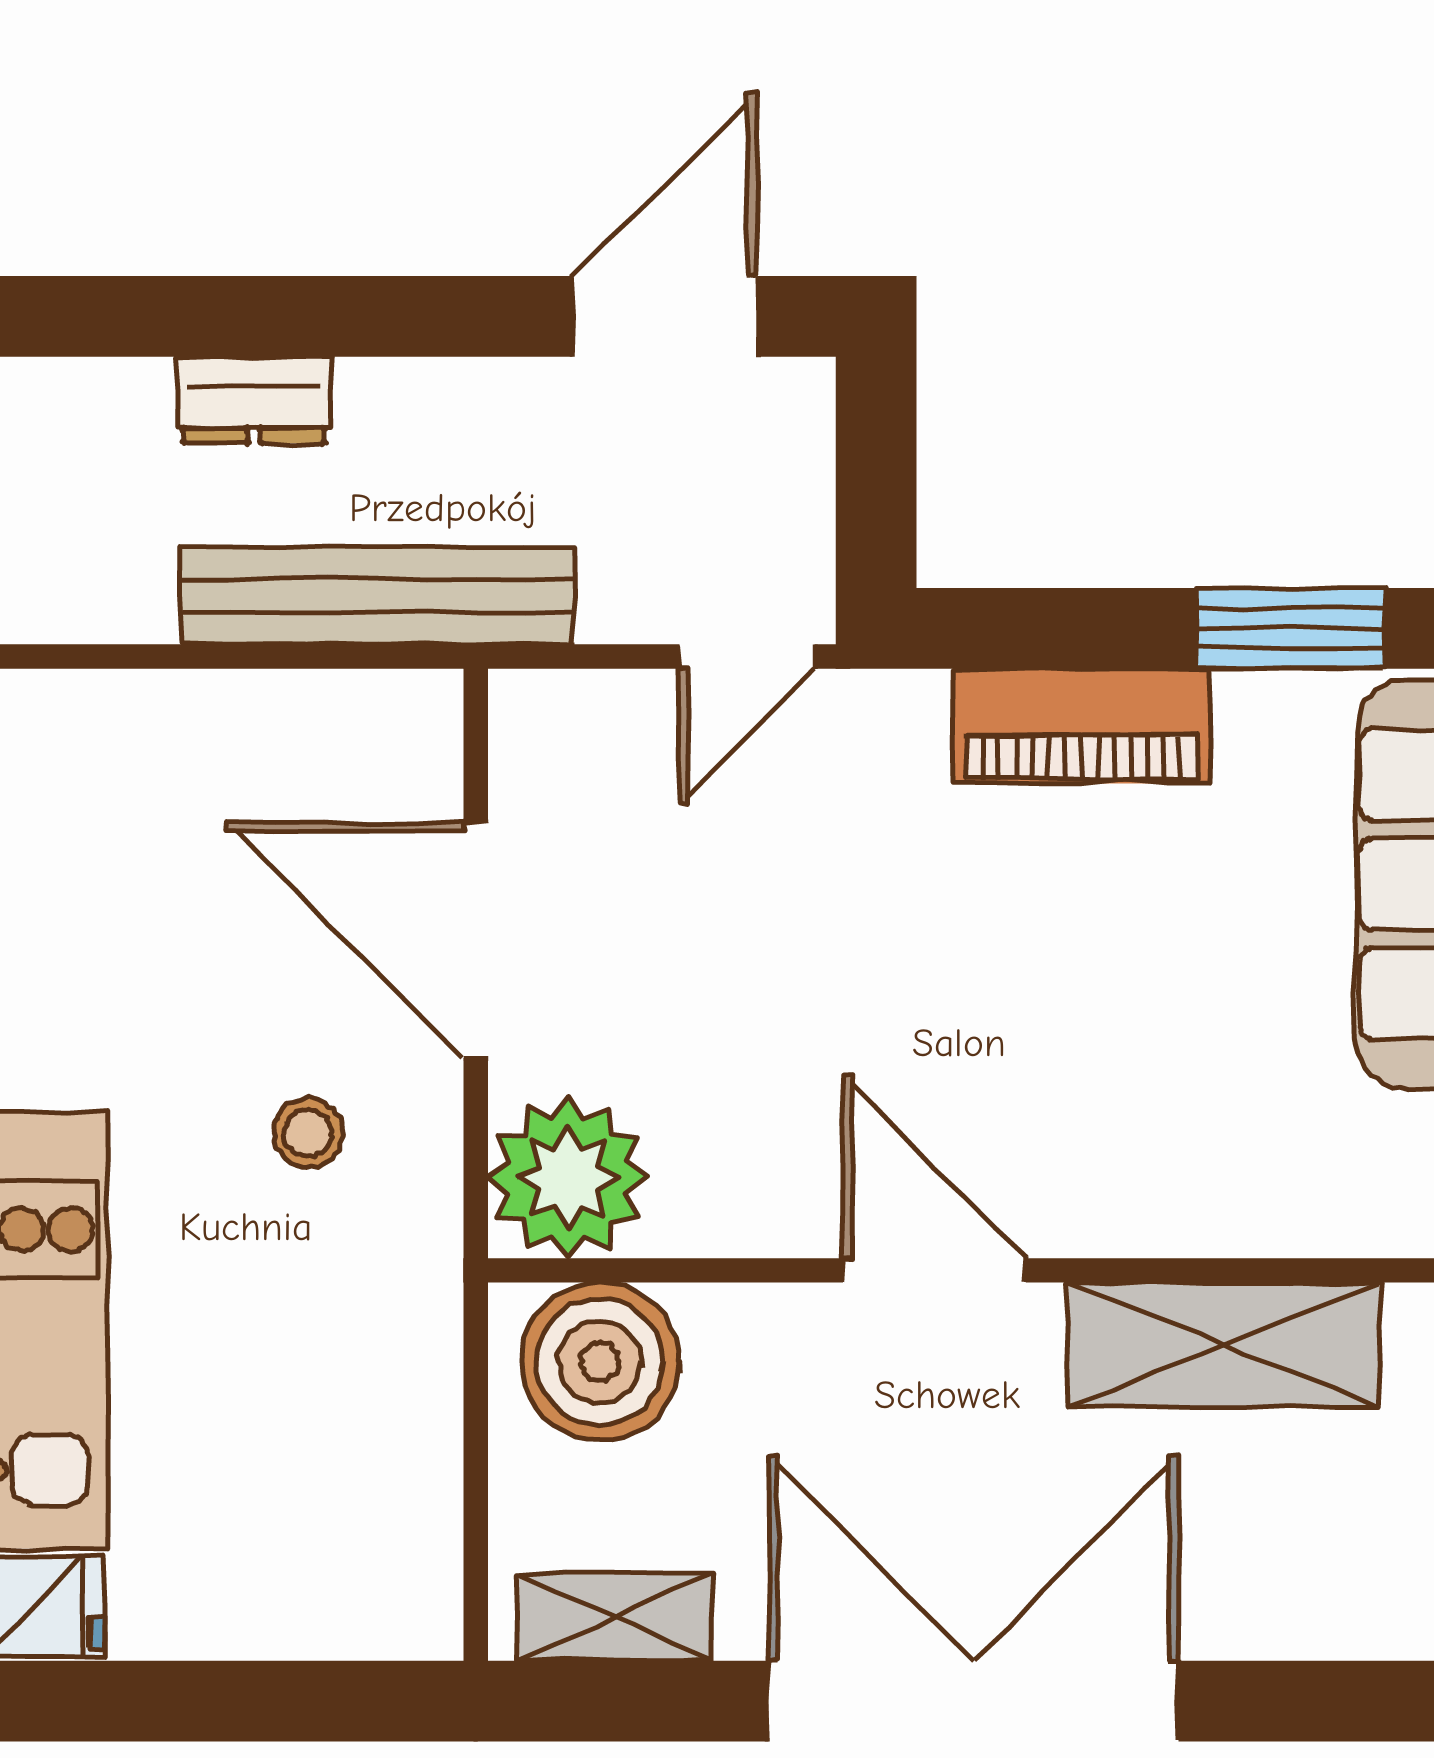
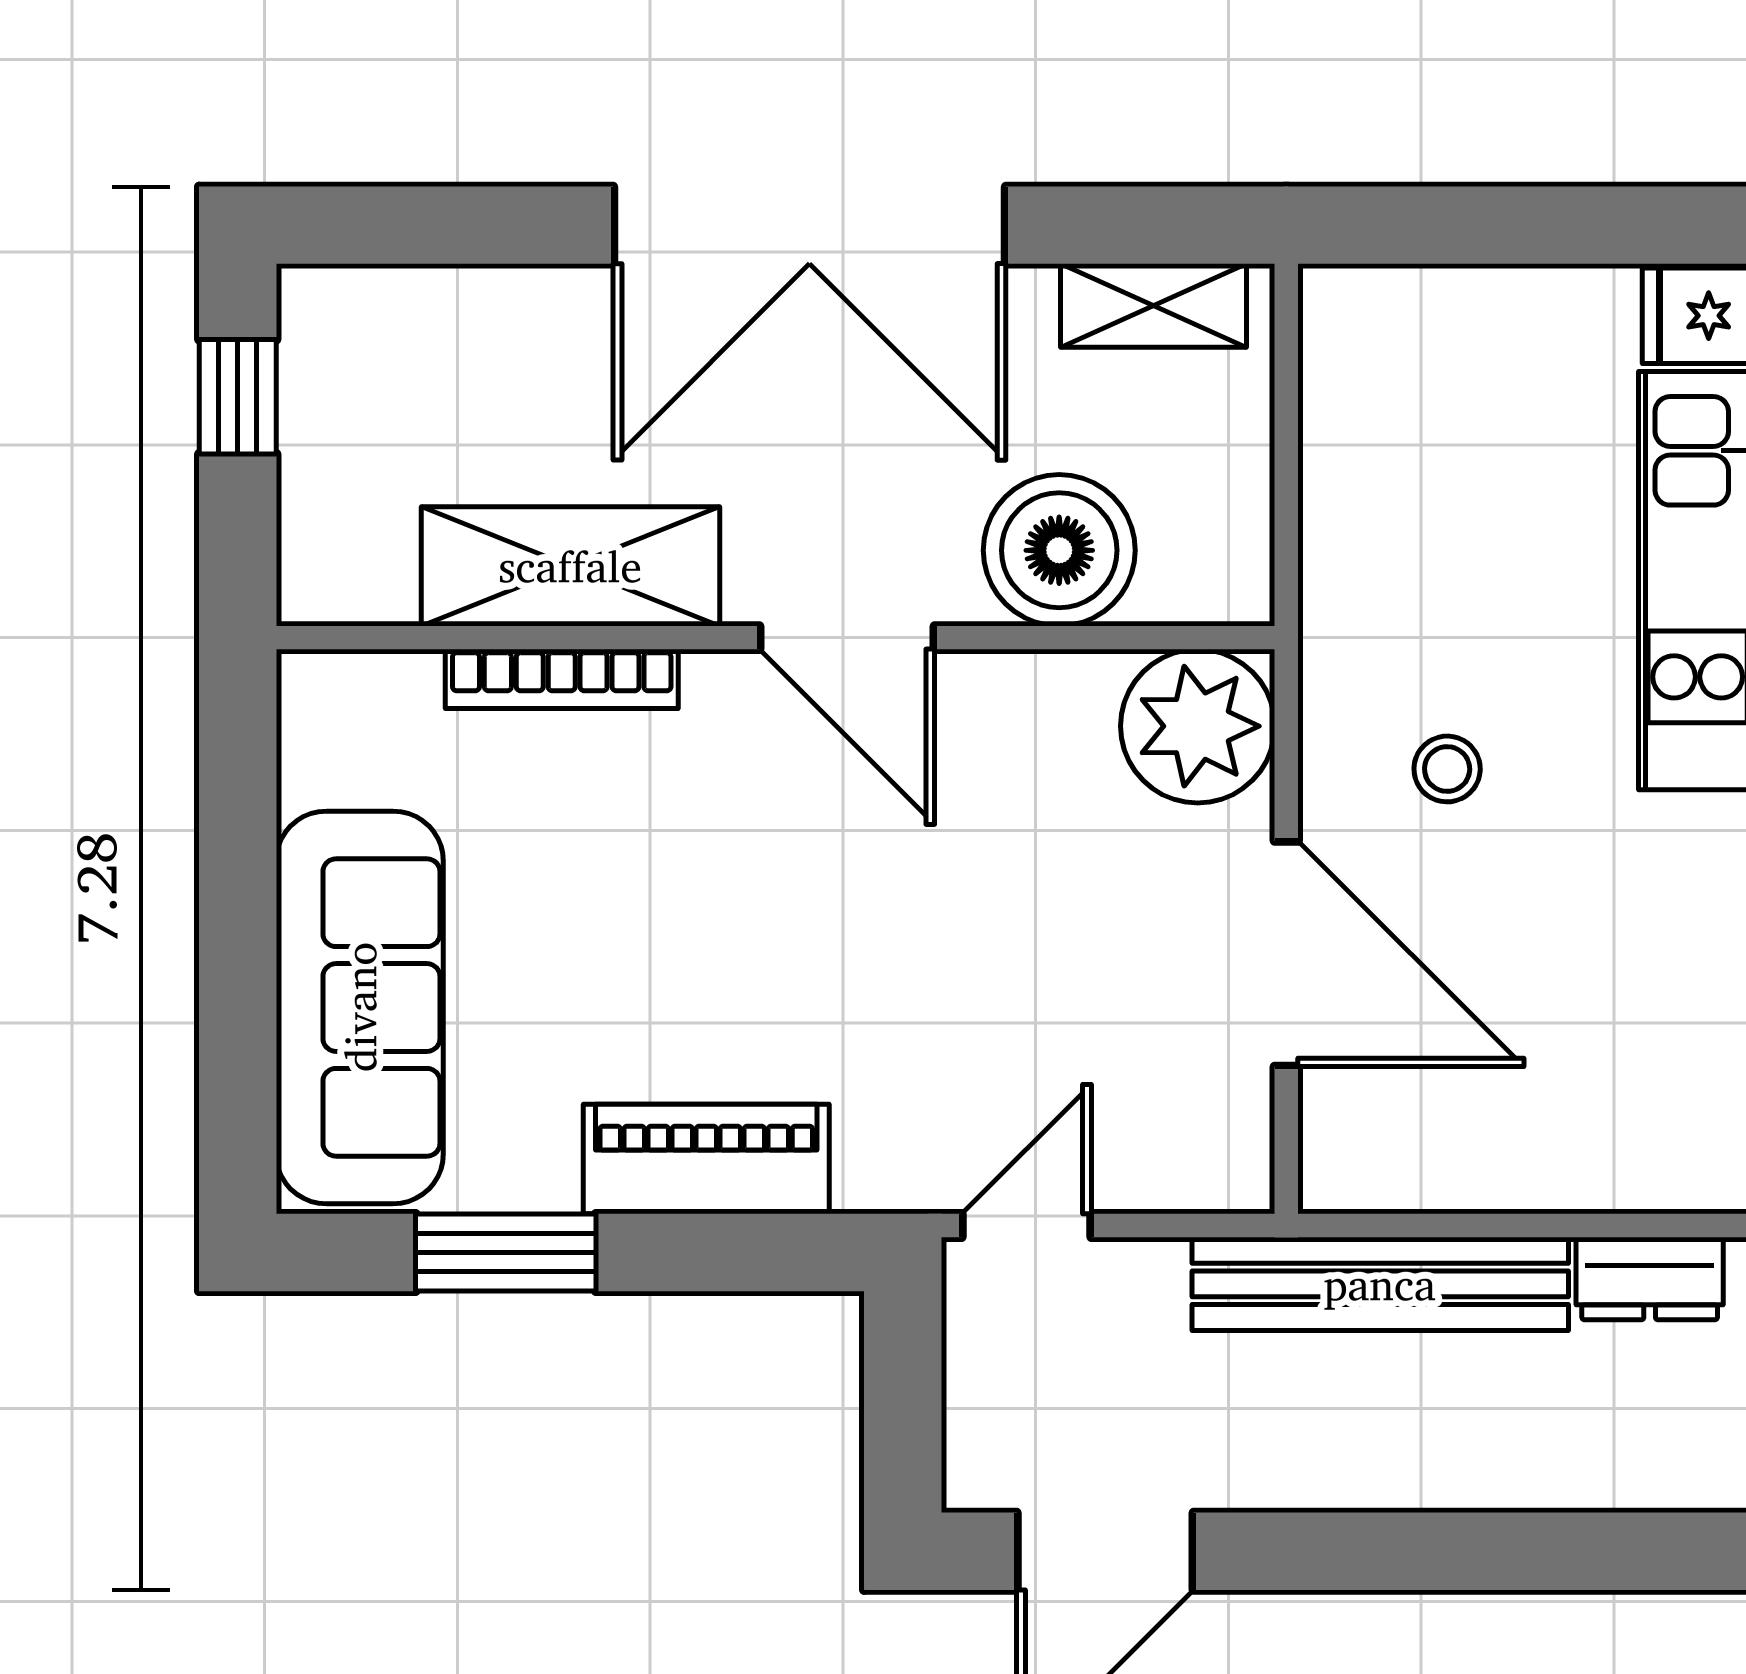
dresser: (254, 400) -> (1650, 1278), moved, turned 180
bookcase: (1232, 1227) -> (562, 679), added
boiler: (600, 1362) -> (1059, 550), moved

